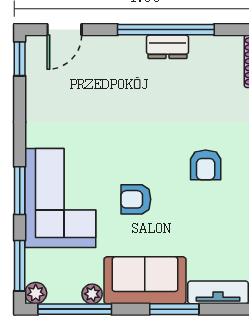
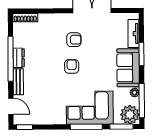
bench: (116, 46) -> (18, 82), added
window: (20, 191) -> (86, 127), width x1.44
armchair: (136, 199) -> (72, 66), moved, turned 180
plant: (36, 293) -> (130, 115), width x1.88, depth x1.88

